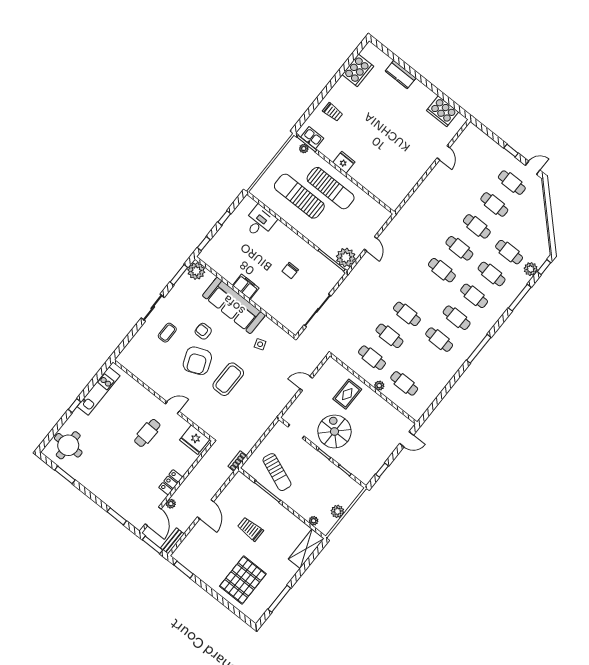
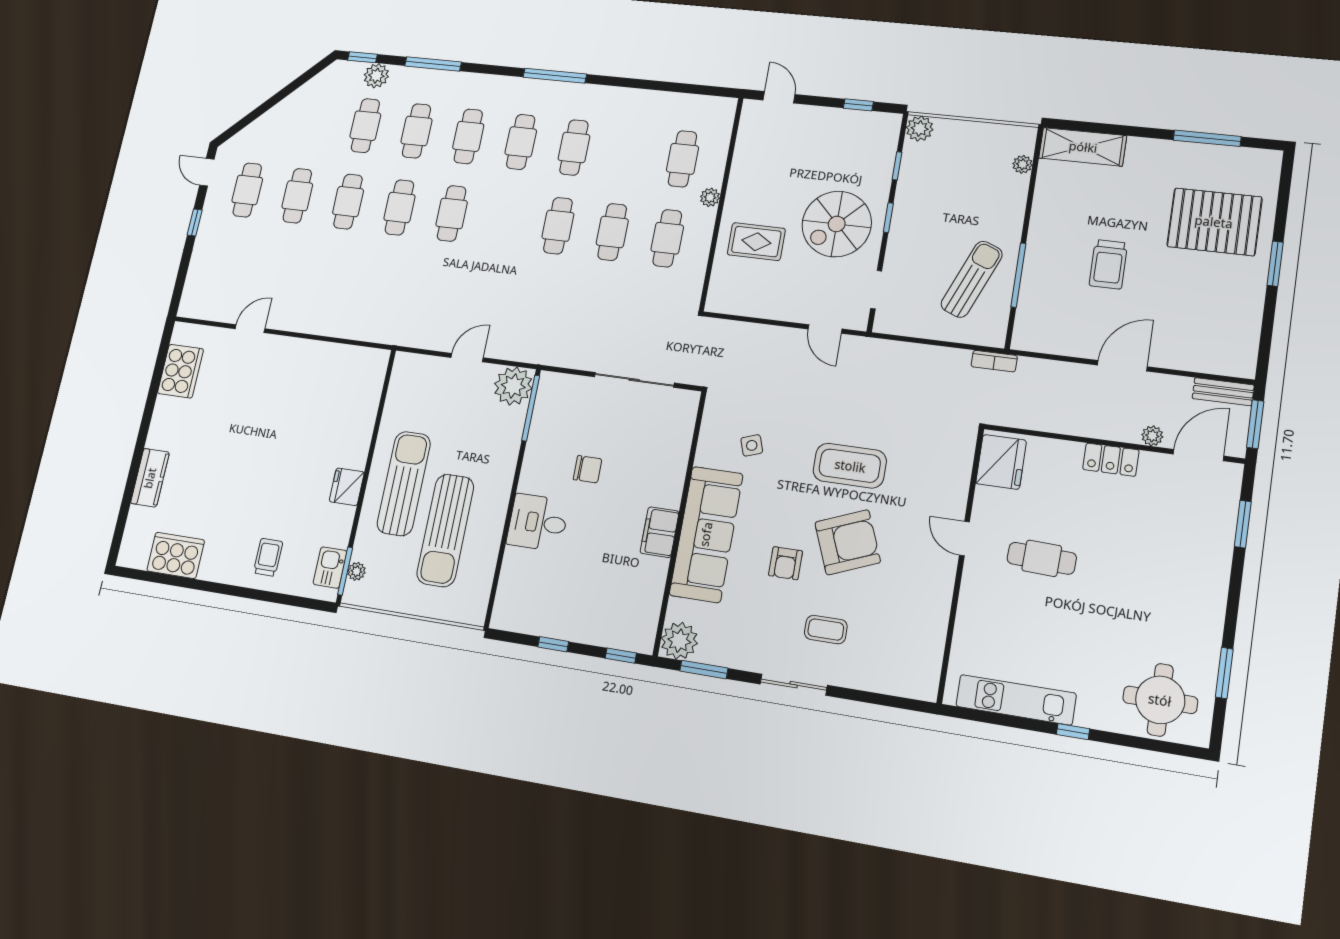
desk: (260, 222) -> (538, 523), moved
door: (306, 383) -> (825, 329), moved
plant: (337, 511) -> (920, 129), moved
window: (183, 570) -> (1275, 264), moved

